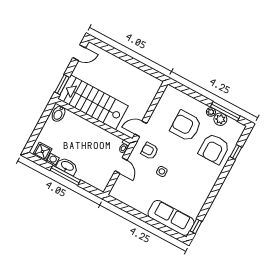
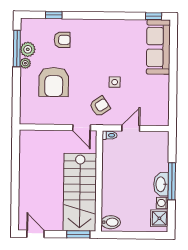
armchair: (214, 149) -> (62, 40), width x0.53, depth x0.53
armchair: (150, 151) -> (100, 106), turned -124

